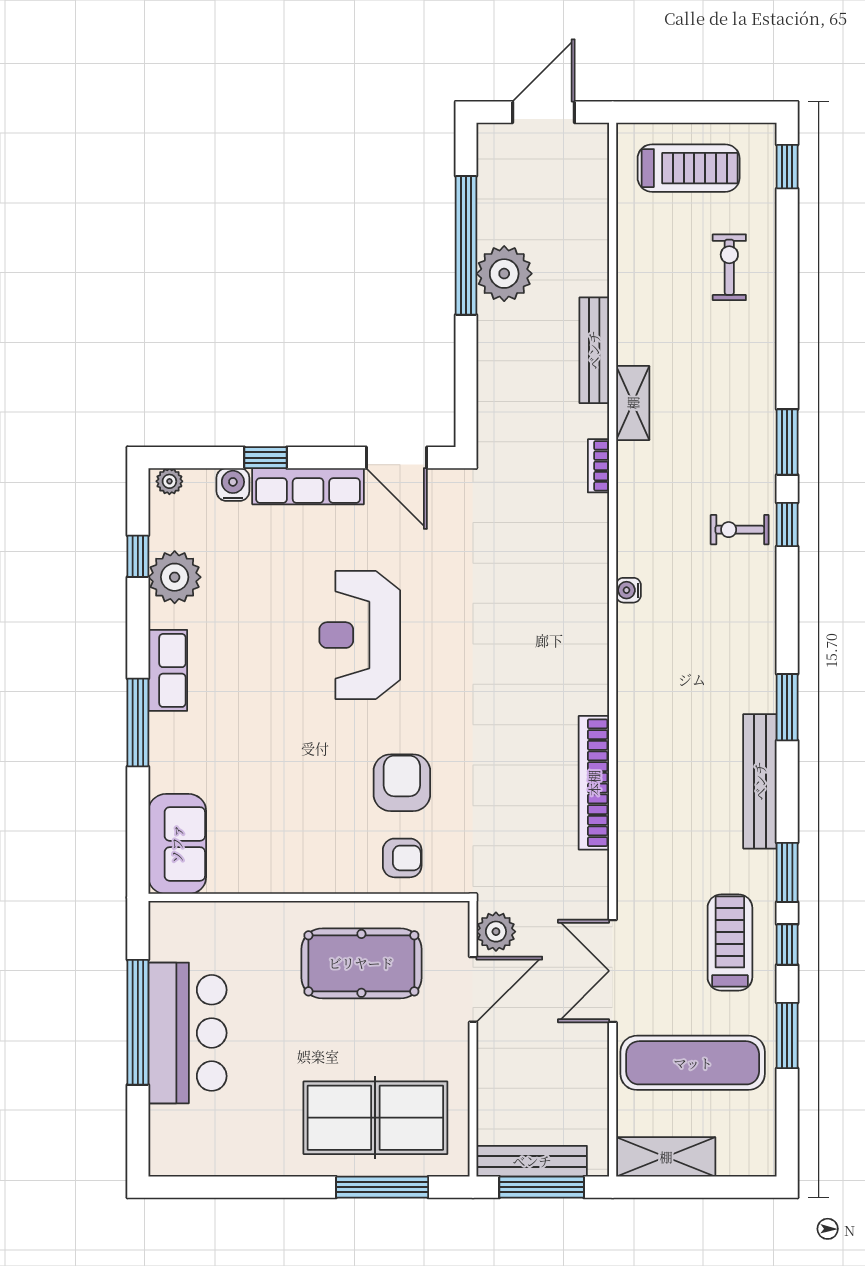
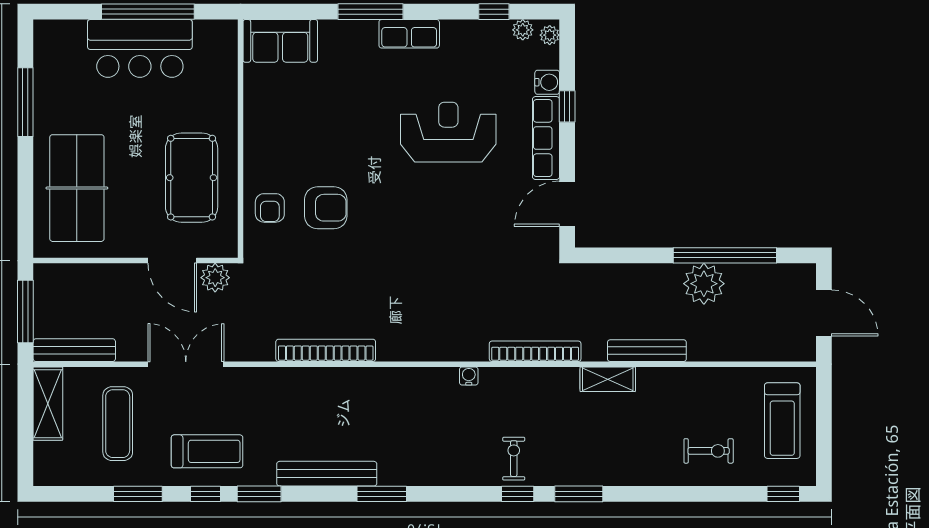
bookcase: (598, 466) -> (535, 351), width x2.31, depth x1.31
plant: (175, 577) -> (523, 30), moved, width x0.53, depth x0.53
reception desk: (360, 635) -> (448, 132), moved
exercise mat: (693, 1063) -> (118, 424), width x0.73, depth x0.69
bench: (532, 1161) -> (74, 350), moved, turned 90
window: (382, 1187) -> (25, 102), moved

